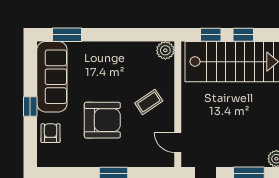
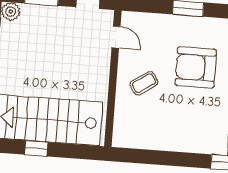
window: (211, 35) -> (71, 151), removed
plant: (165, 50) -> (122, 138), removed

